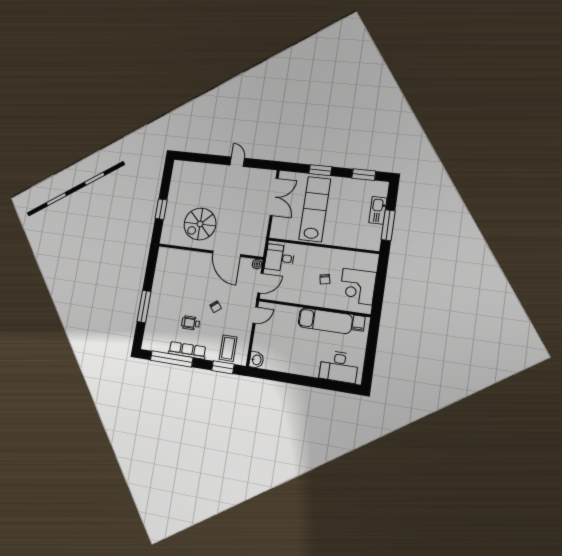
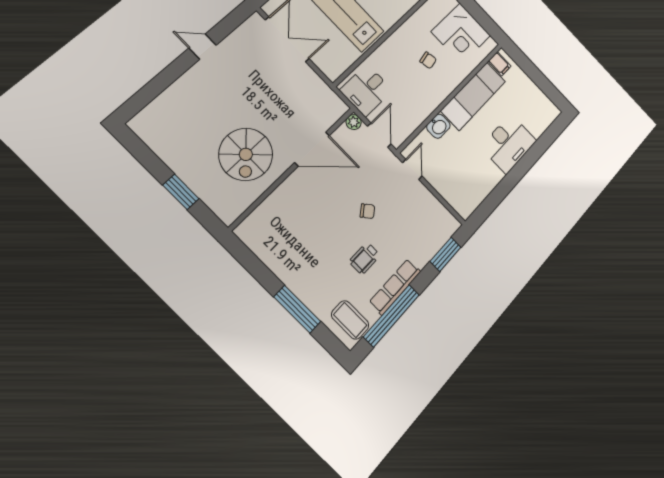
coffee table: (228, 348) -> (350, 320), moved
washbasin: (256, 360) -> (438, 126), moved, turned 90
desk: (339, 367) -> (509, 144), moved

